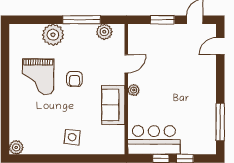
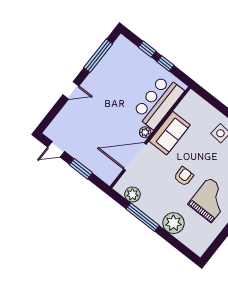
door: (220, 46) -> (71, 90), moved
door: (126, 64) -> (135, 157), width x1.88
bar counter: (154, 140) -> (158, 102), moved, turned 90

